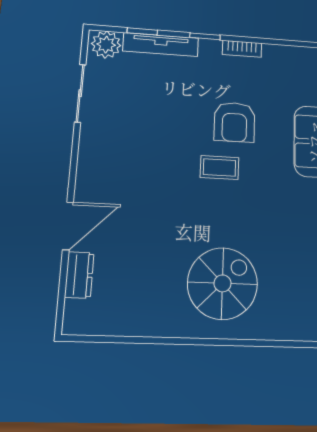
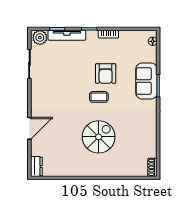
dresser: (79, 275) -> (36, 166), moved
spiral stairs: (223, 283) -> (99, 137), moved

